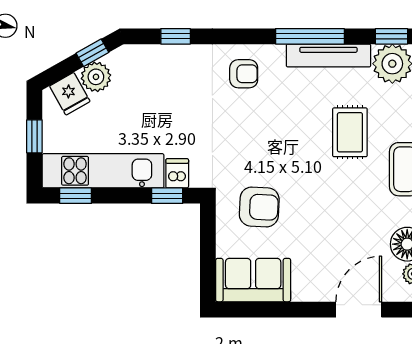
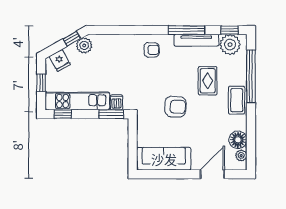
window: (176, 36) -> (116, 30), removed
plant: (96, 77) -> (84, 45), moved
window: (167, 196) -> (111, 114), width x1.50
armchair: (259, 207) -> (175, 107), moved
sofa: (253, 280) -> (164, 159), width x1.36

